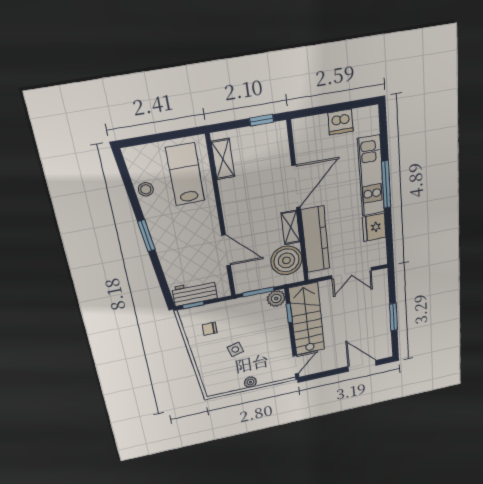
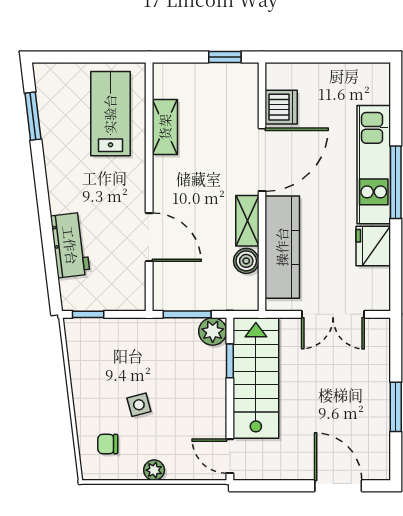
dishwasher: (340, 122) -> (281, 107), moved, turned -90
shelving: (223, 159) -> (165, 127), moved
stool: (146, 189) -> (54, 125), removed
window: (146, 236) -> (33, 116), moved
boiler: (286, 260) -> (246, 261), width x0.54, depth x0.54
workbench: (195, 293) -> (70, 245), moved, turned 83
chair: (210, 329) -> (108, 444), moved
door: (296, 365) -> (230, 456), swing flipped

